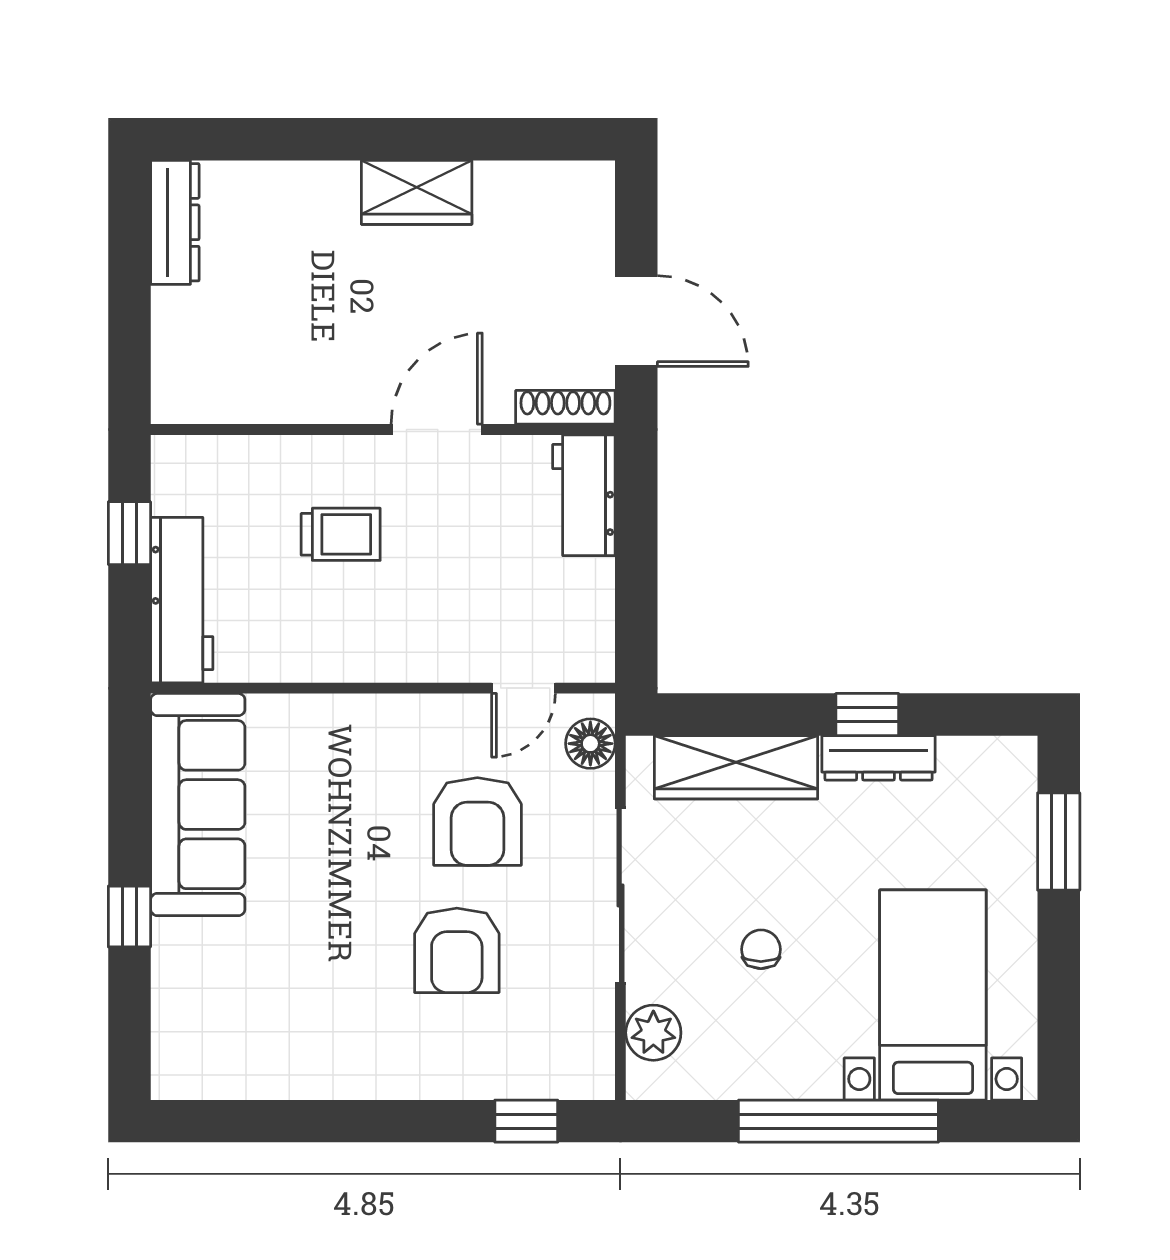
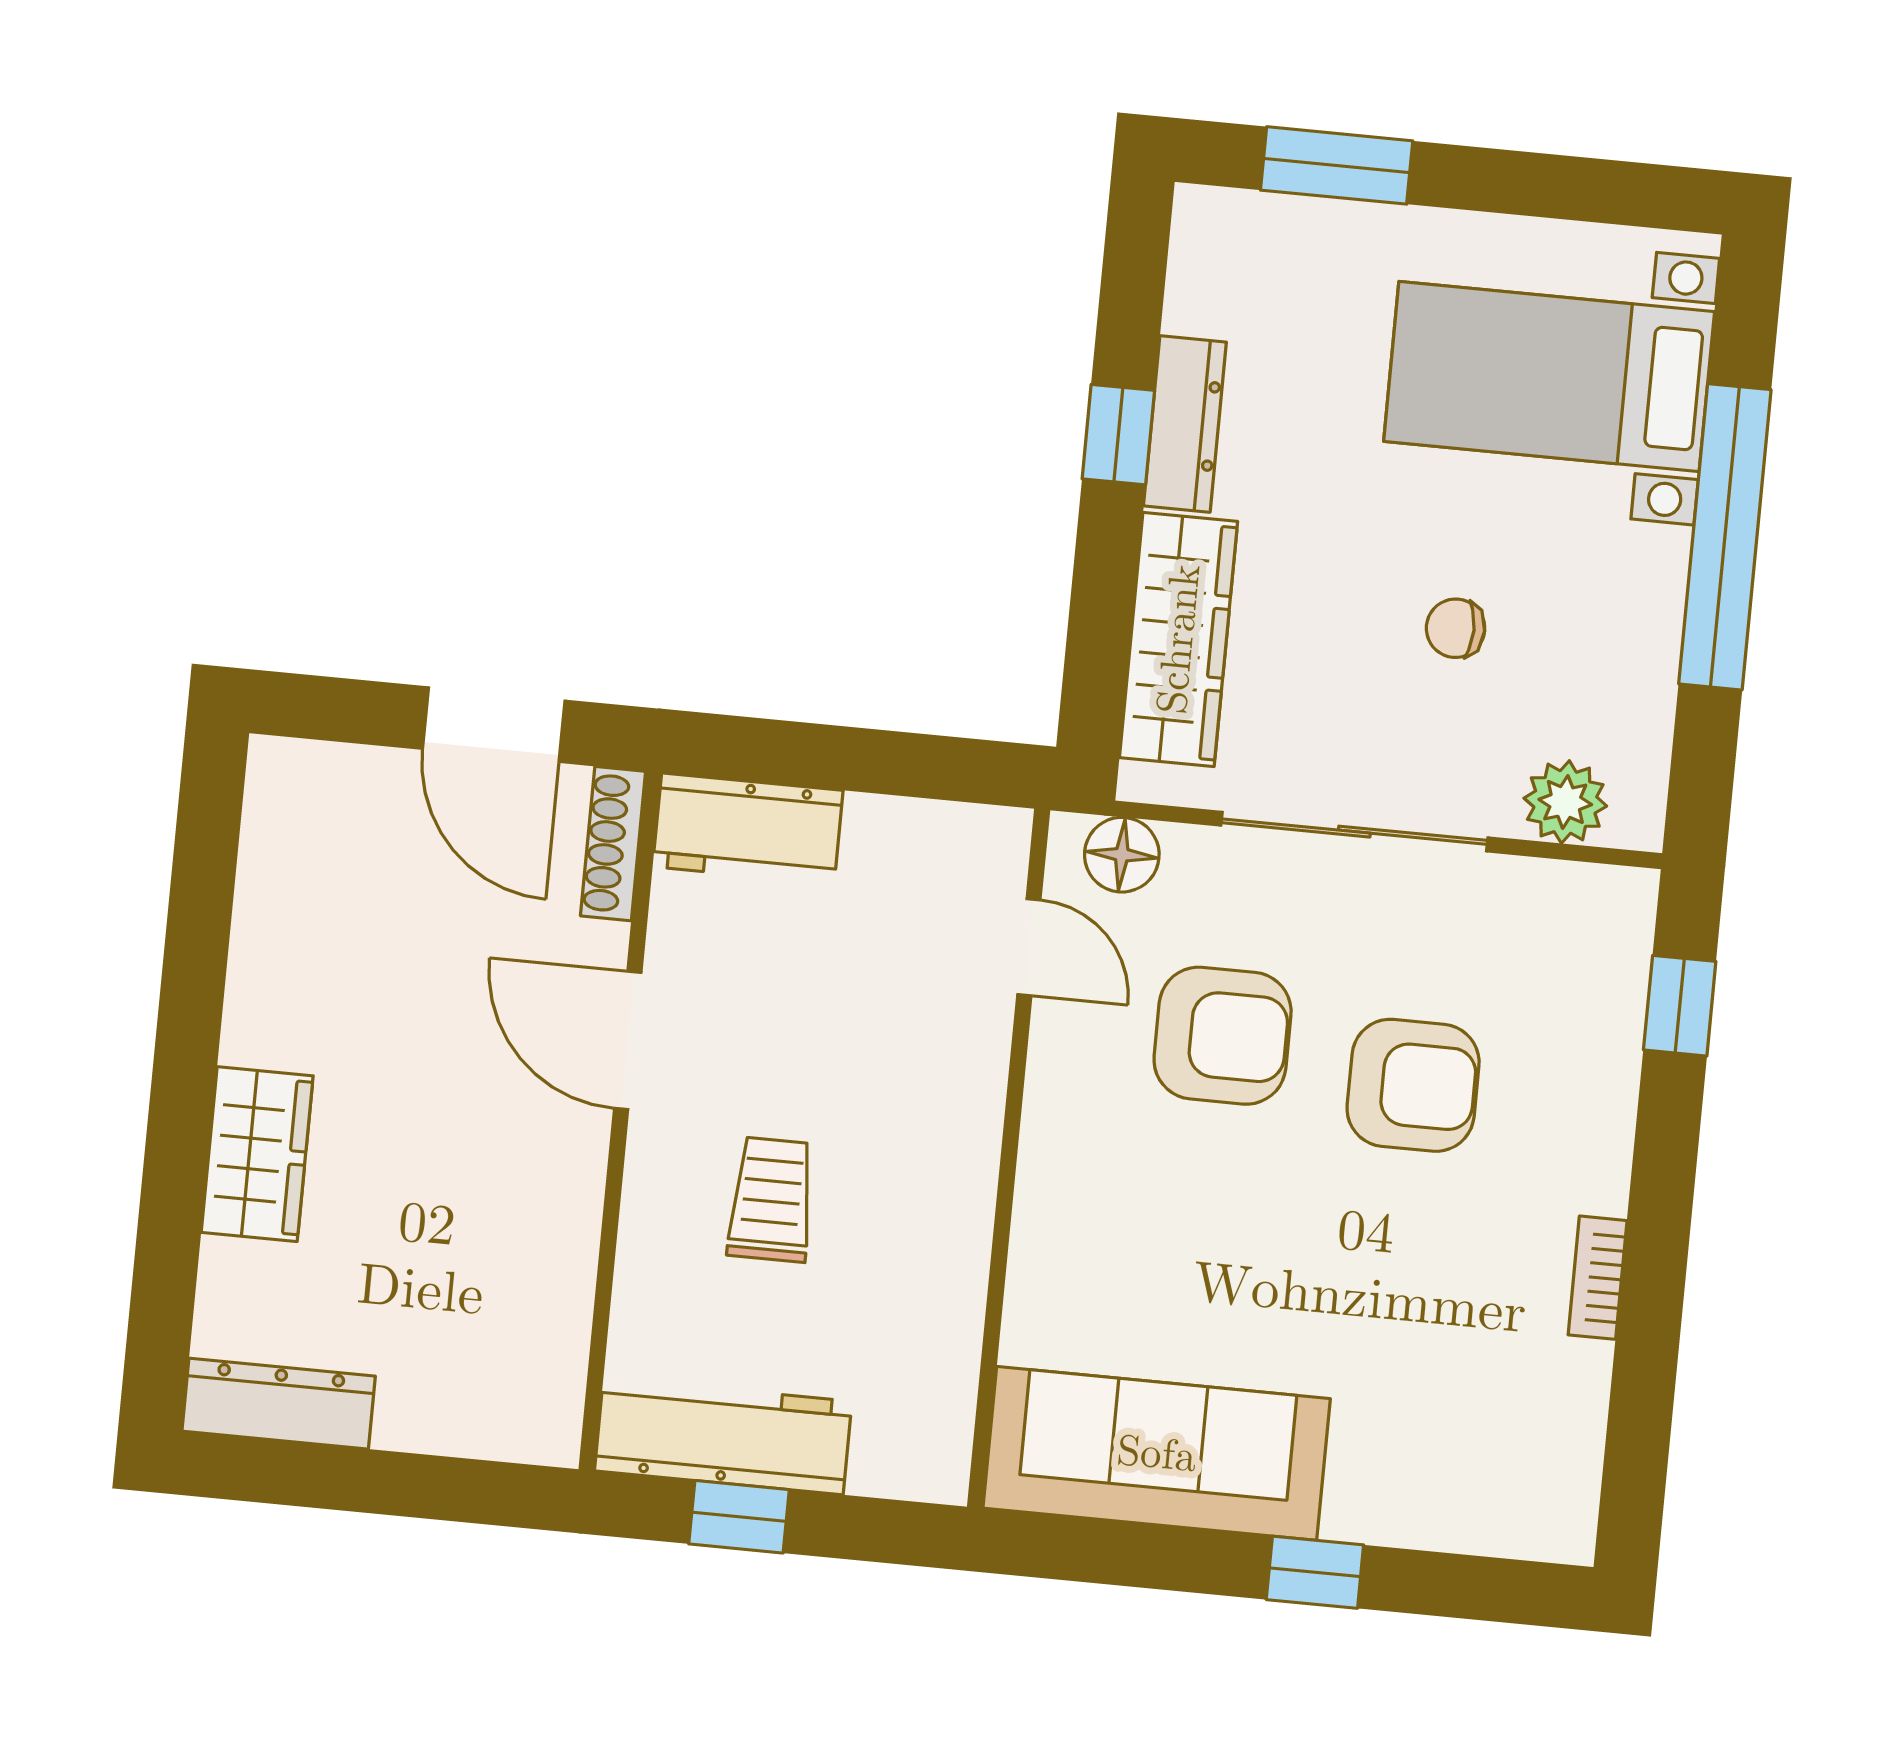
wardrobe: (417, 192) -> (257, 1154), moved
door: (636, 321) -> (494, 725), swing flipped
workbench: (182, 600) -> (723, 1436), moved
bookcase: (342, 1084) -> (1598, 1278), added

